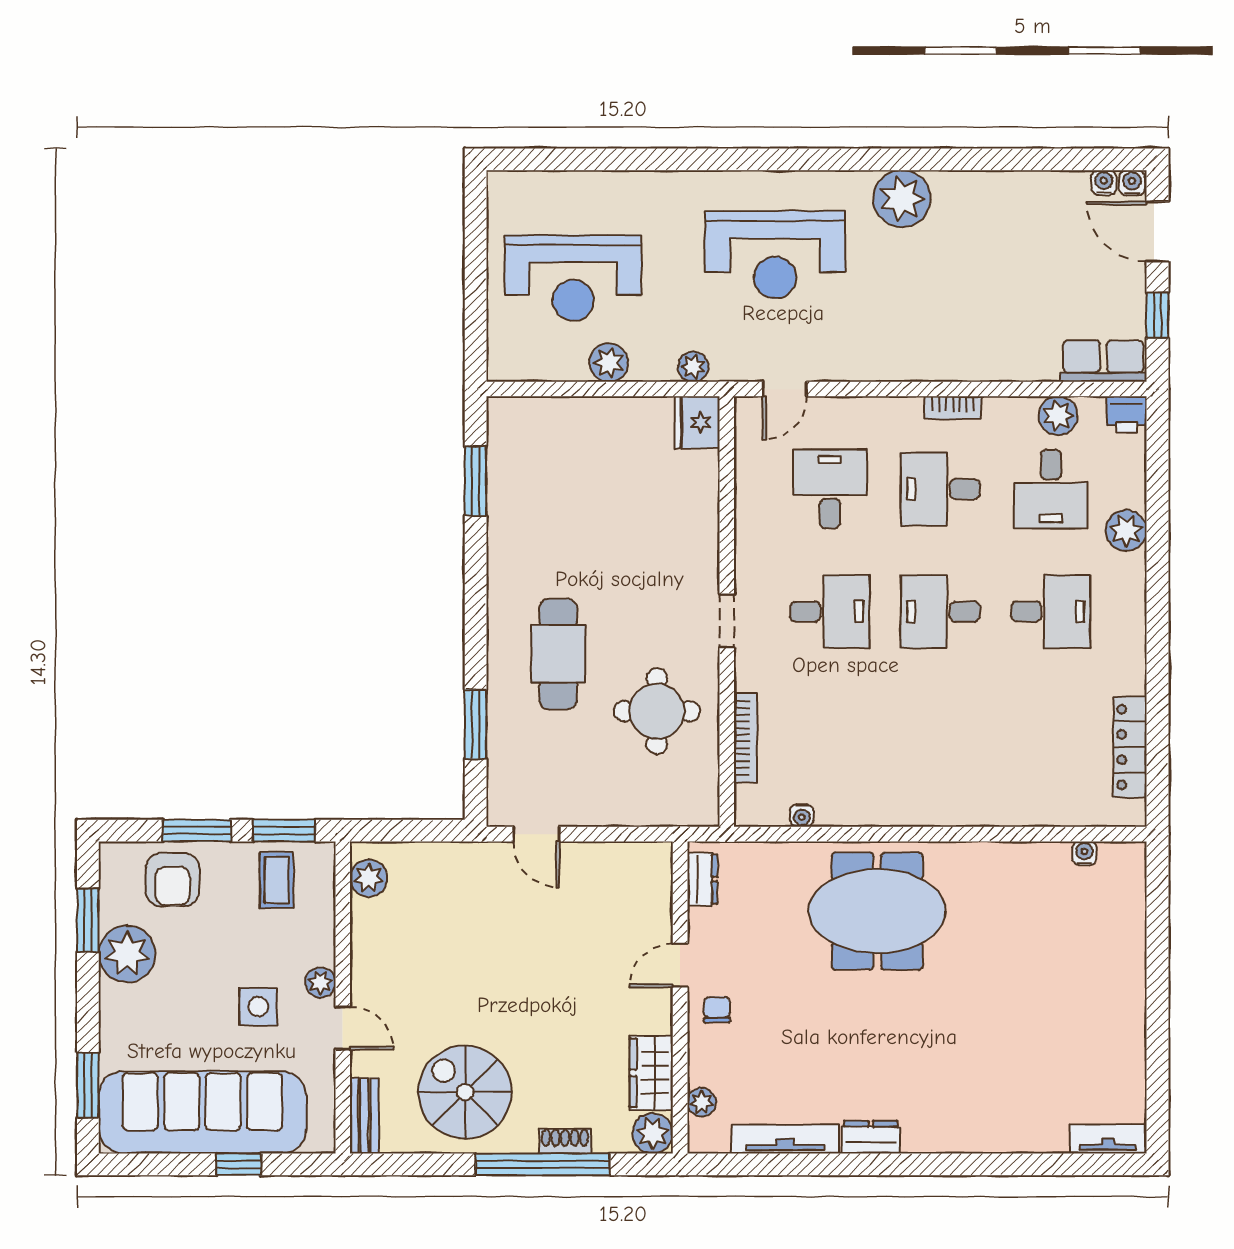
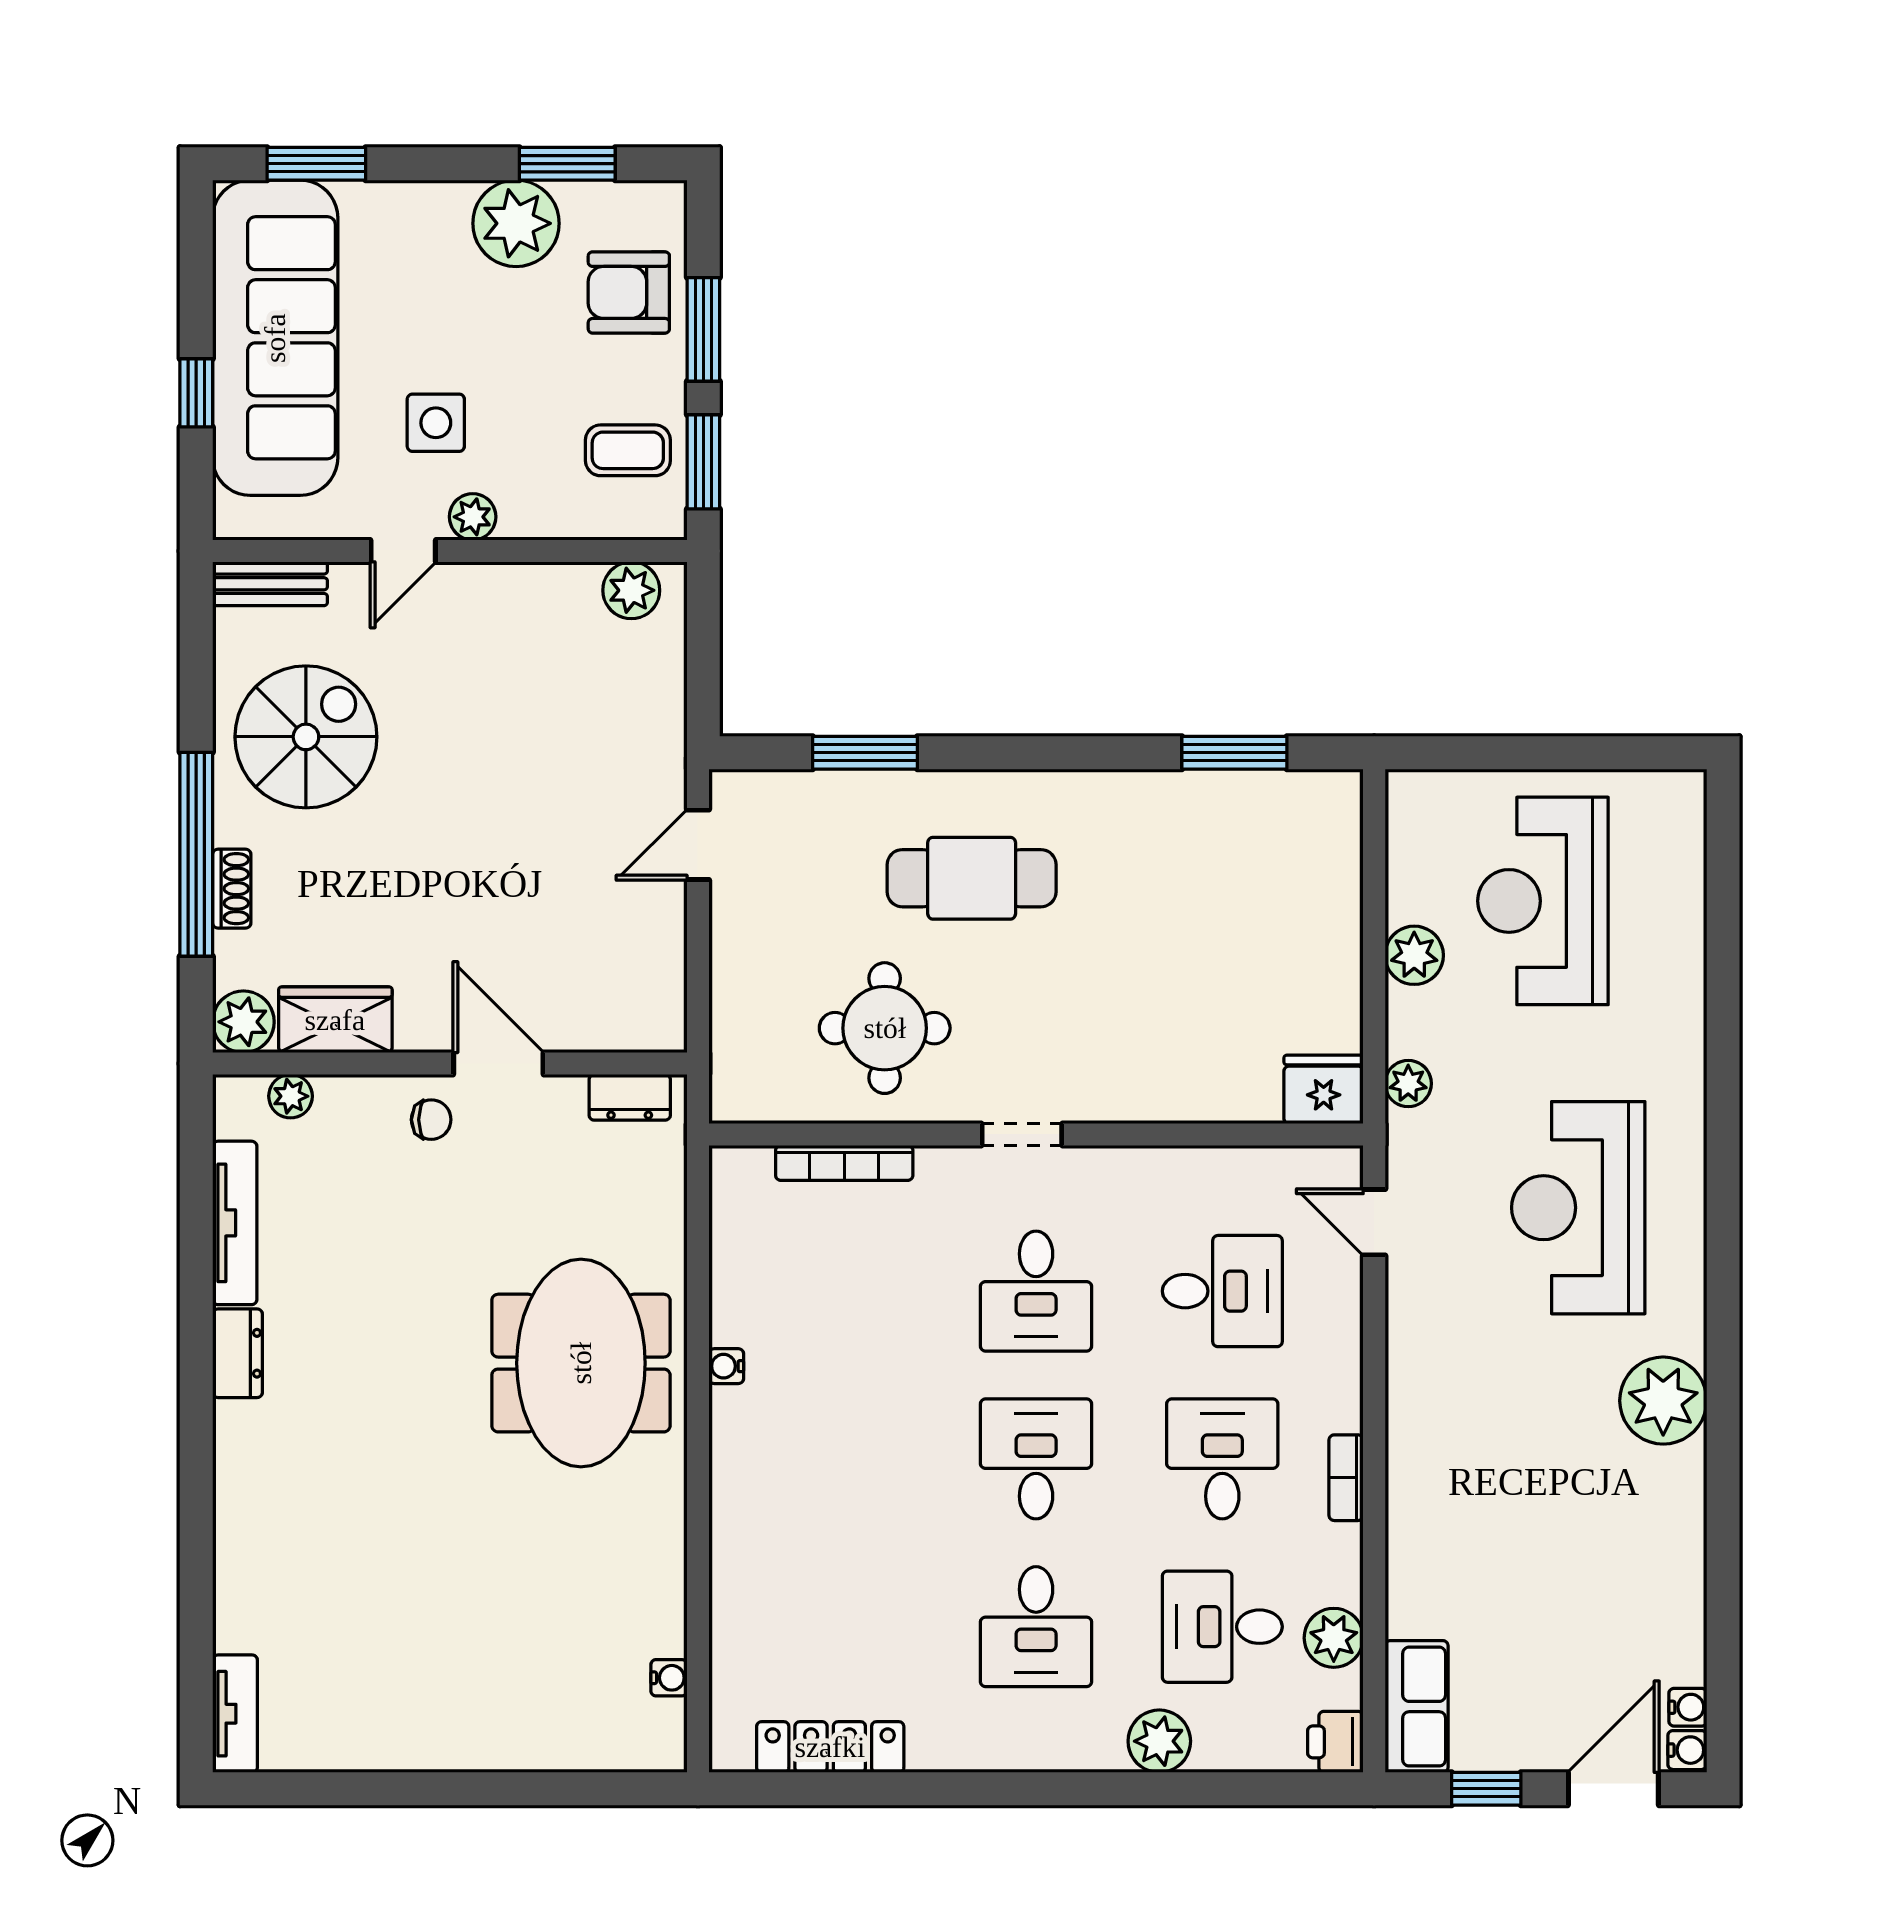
water cooler: (802, 815) -> (726, 1366), moved
door: (680, 965) -> (498, 1064), width x1.37

